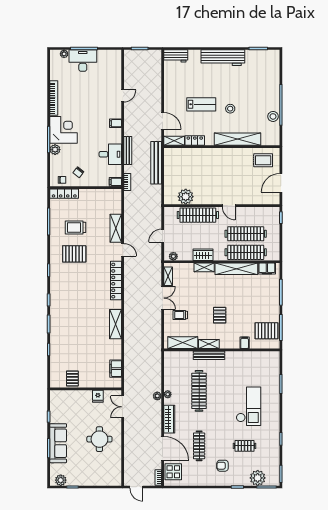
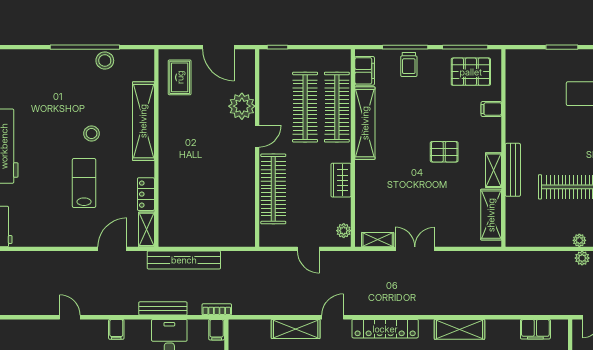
plant: (186, 197) -> (242, 106), moved
shelving: (204, 267) -> (363, 178), removed
trolley: (180, 315) -> (409, 64), moved
pallet: (266, 331) -> (471, 72), turned 90

